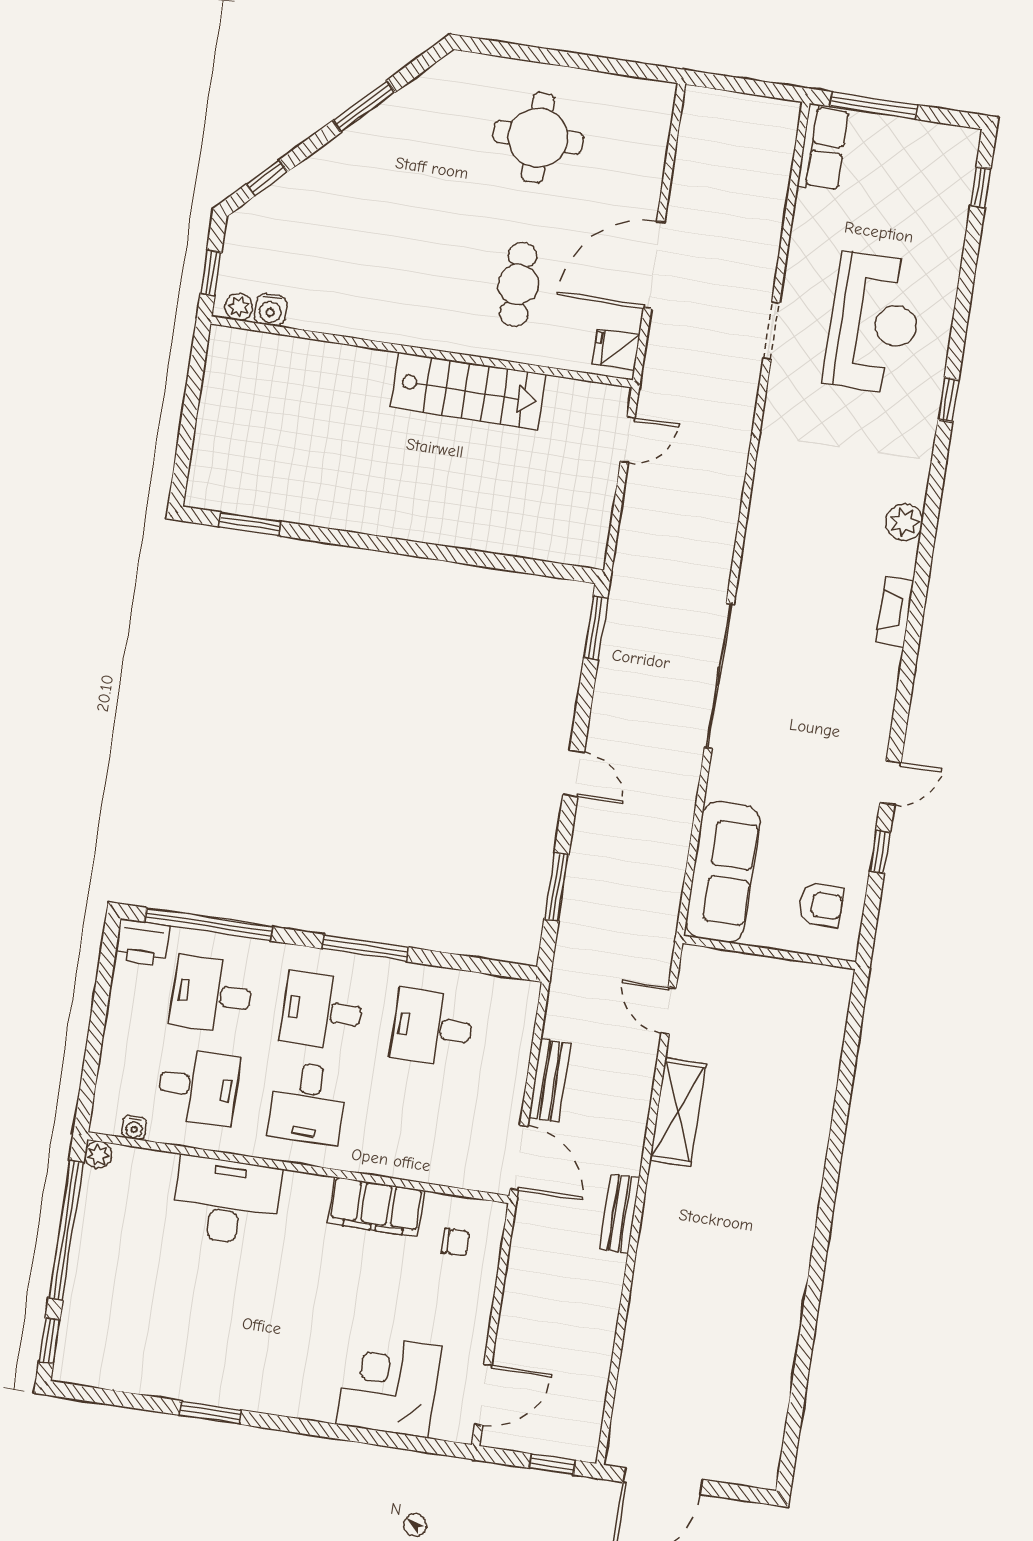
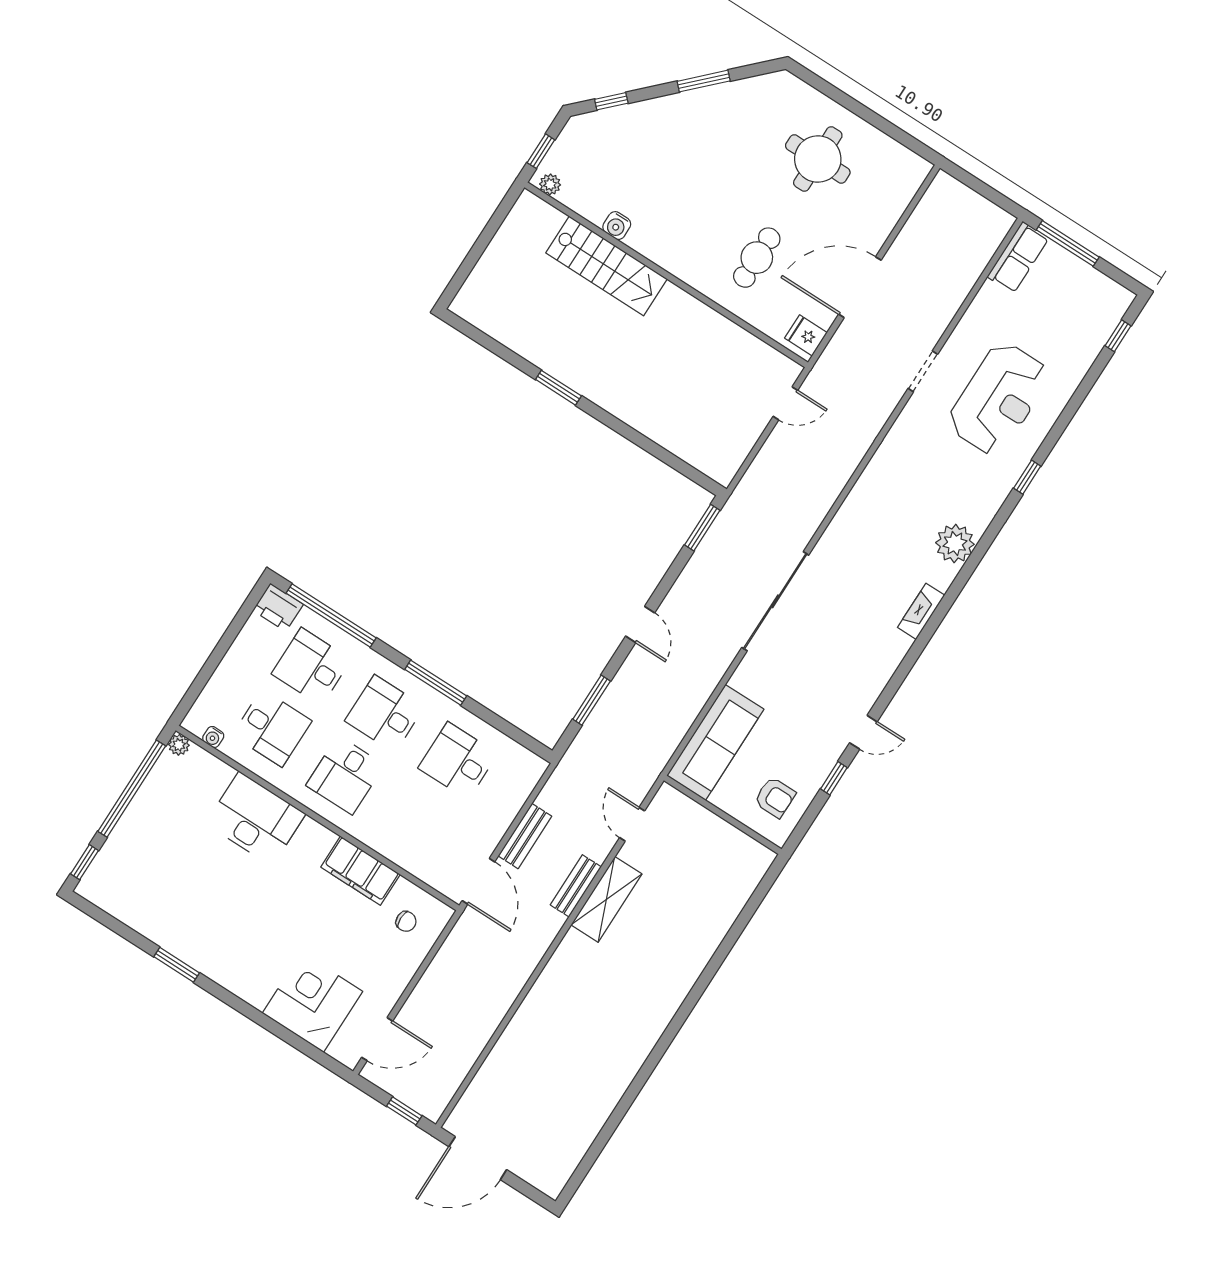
water cooler: (271, 310) -> (617, 226), moved
stairs: (468, 391) -> (606, 266), moved
plant: (904, 522) -> (955, 543), width x1.36, depth x1.36
window: (250, 524) -> (558, 388), moved
bench: (620, 1214) -> (576, 886), moved

